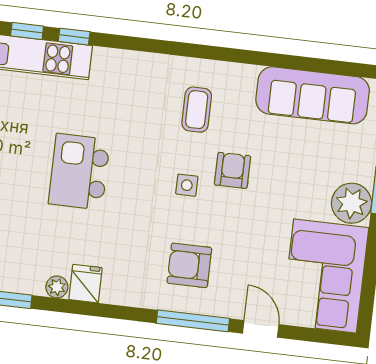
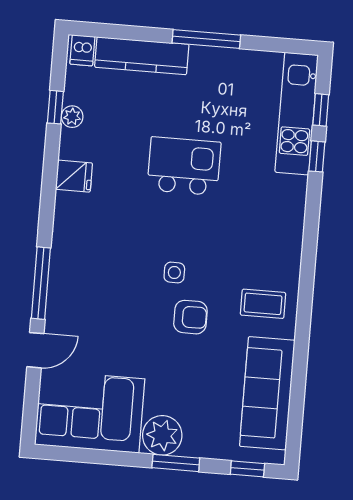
coffee table: (197, 110) -> (263, 304), moved
armchair: (189, 265) -> (95, 278), removed
plant: (57, 287) -> (72, 117), moved

